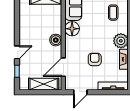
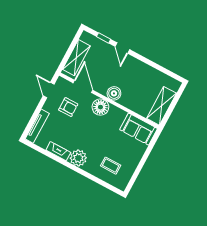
floor lamp: (72, 29) -> (100, 107), moved
armchair: (95, 59) -> (68, 107), moved

